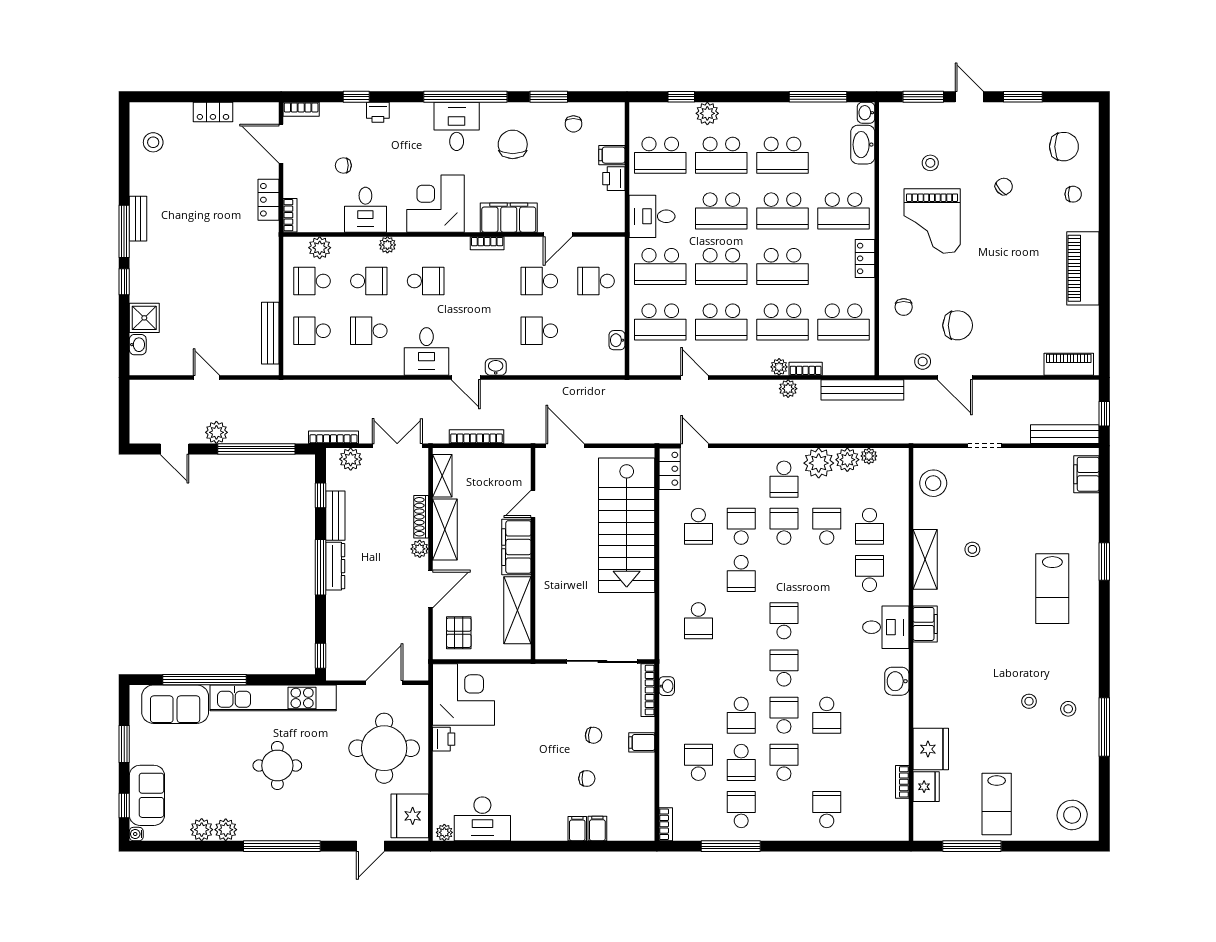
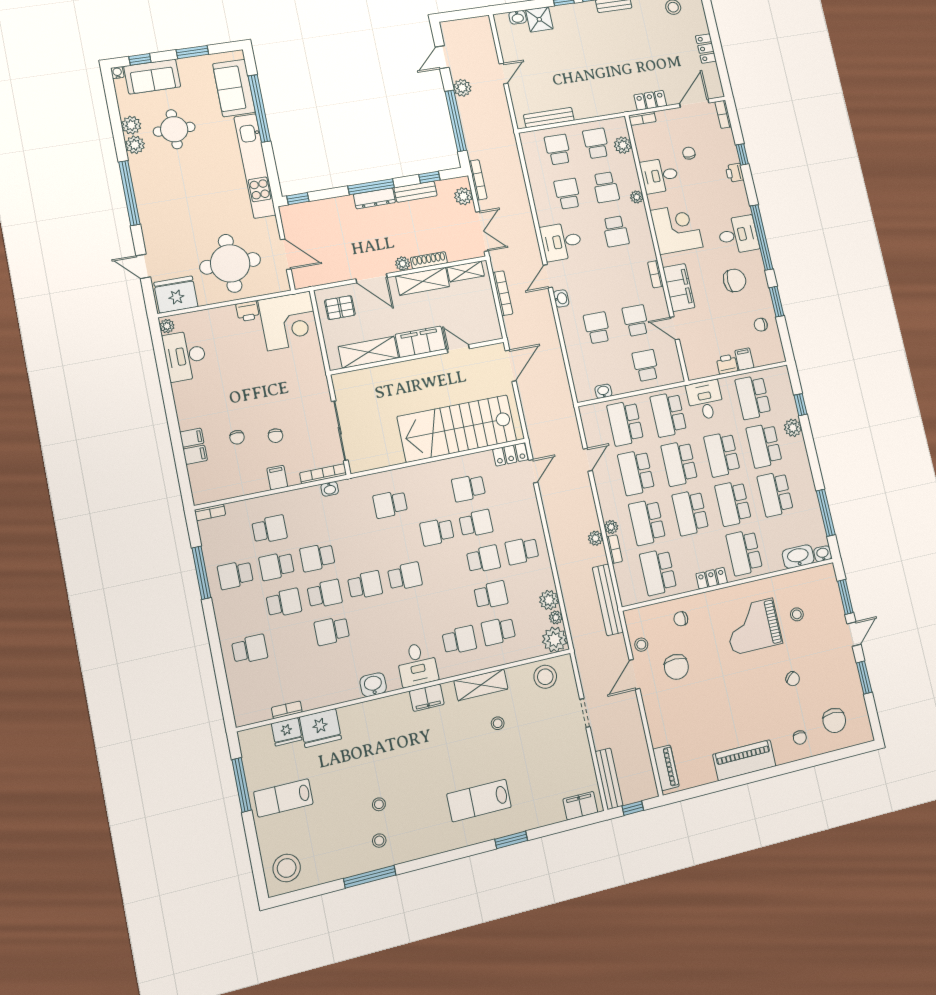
plant: (819, 463) -> (555, 640), moved
round table: (277, 766) -> (174, 129), moved
school desk: (741, 810) -> (235, 575), turned 180

